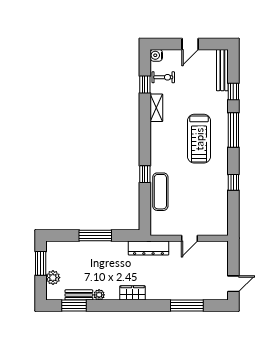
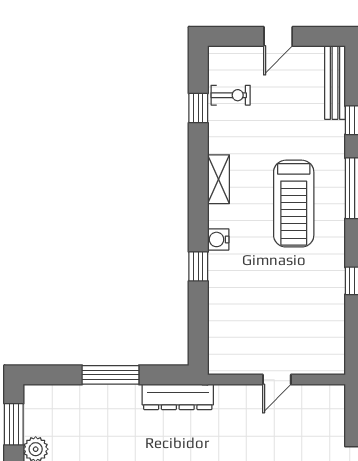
water cooler: (156, 55) -> (218, 239), moved
shelving: (156, 108) -> (219, 179), moved
exercise mat: (160, 192) -> (225, 297), removed
dresser: (148, 248) -> (178, 397), moved

